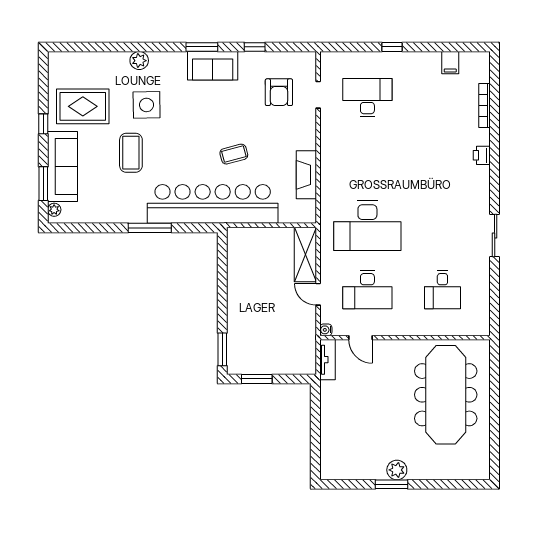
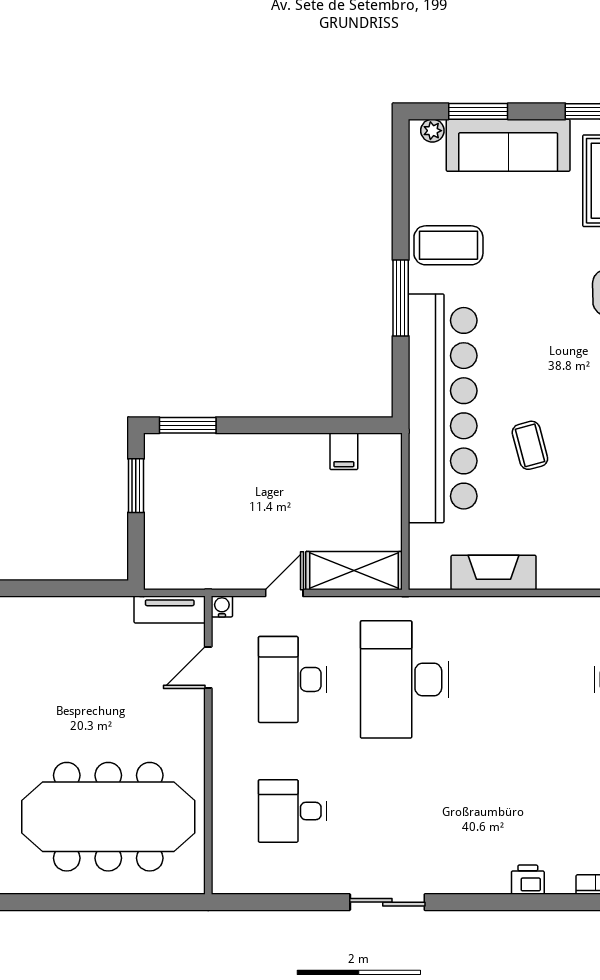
coffee table: (131, 153) -> (448, 245), moved
filing cabinet: (237, 260) -> (344, 451), added

